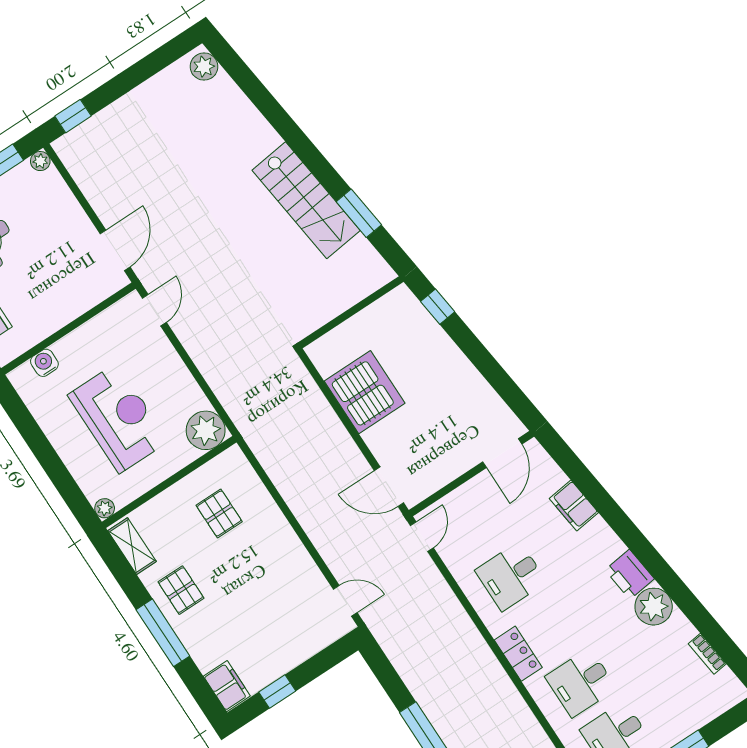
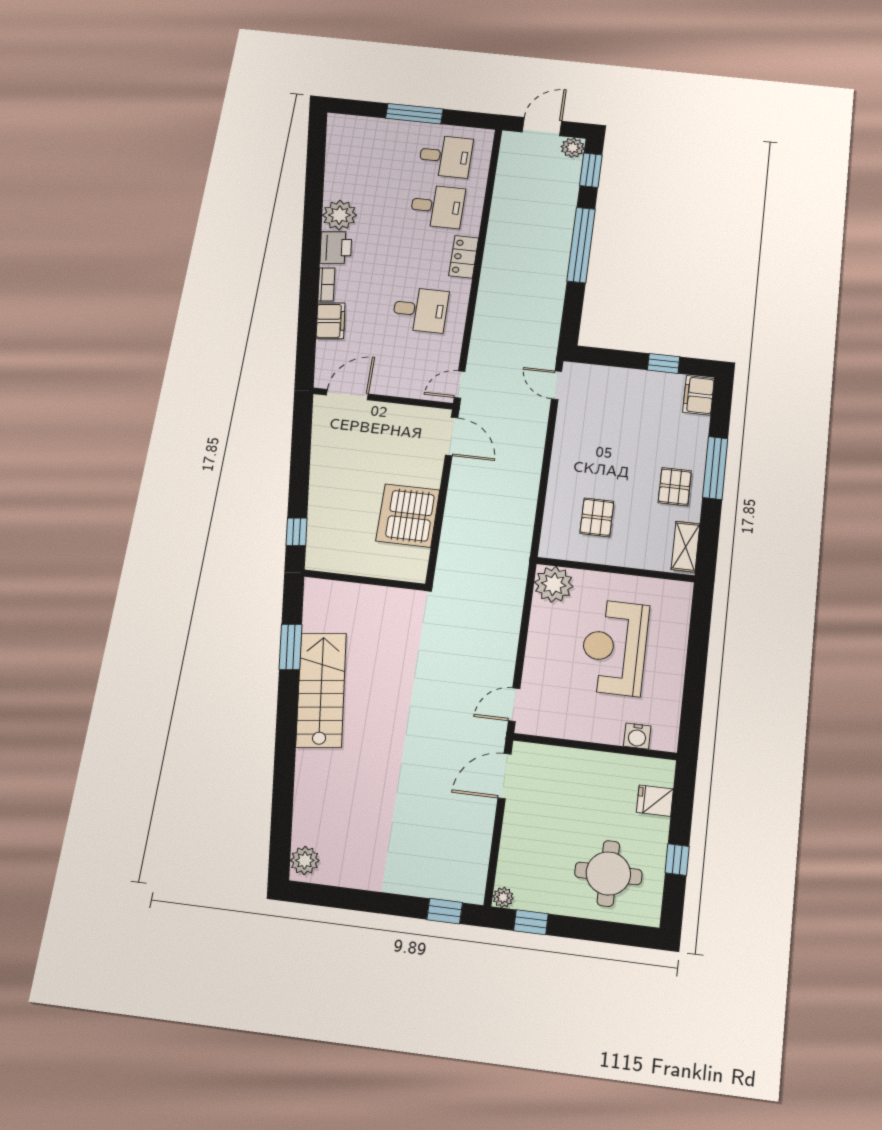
plant: (105, 508) -> (683, 590), removed
bookcase: (707, 654) -> (326, 284), moved

